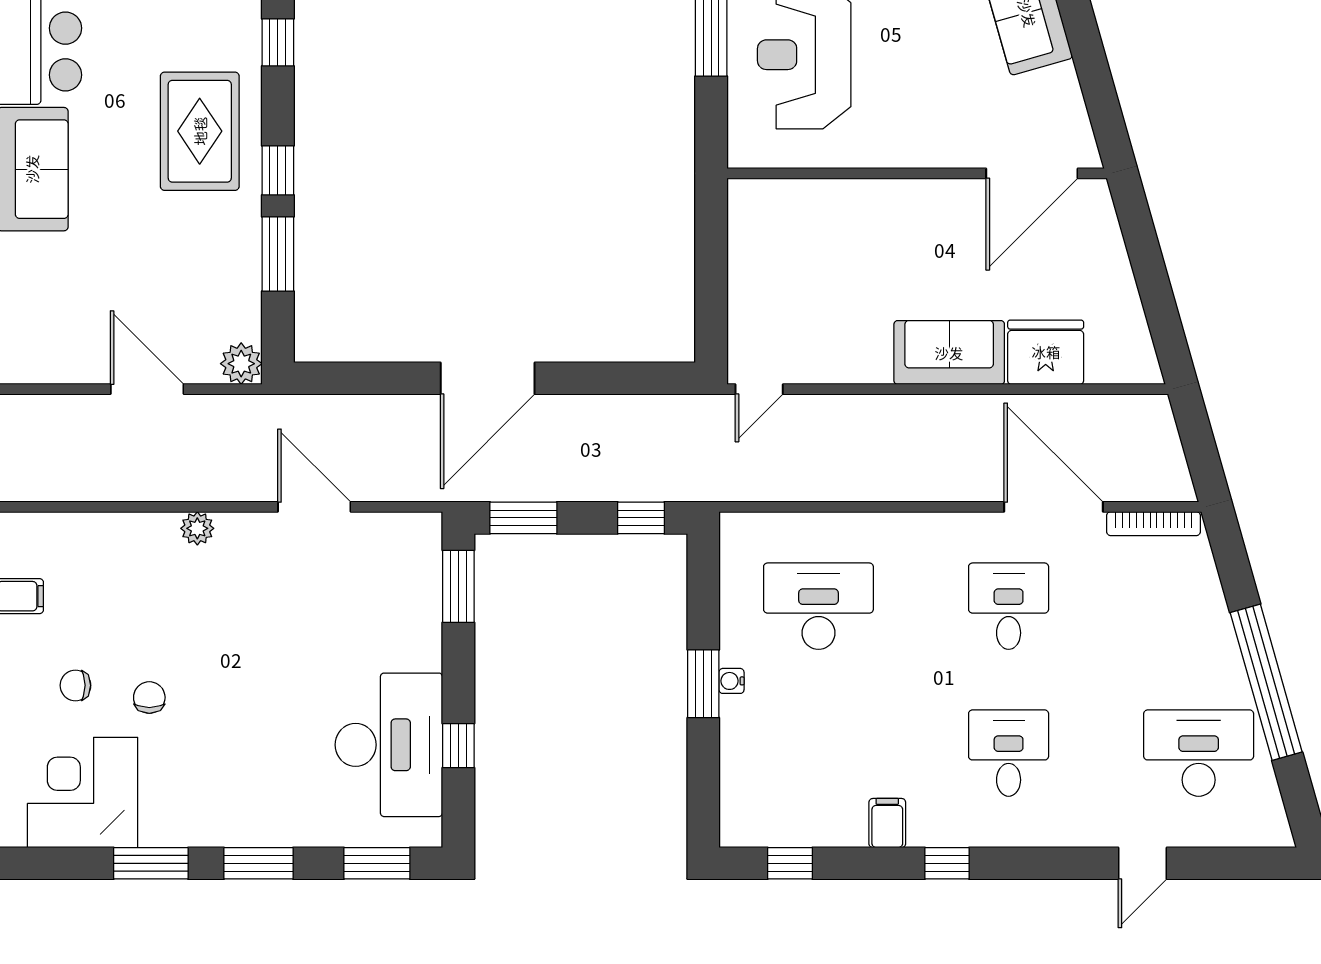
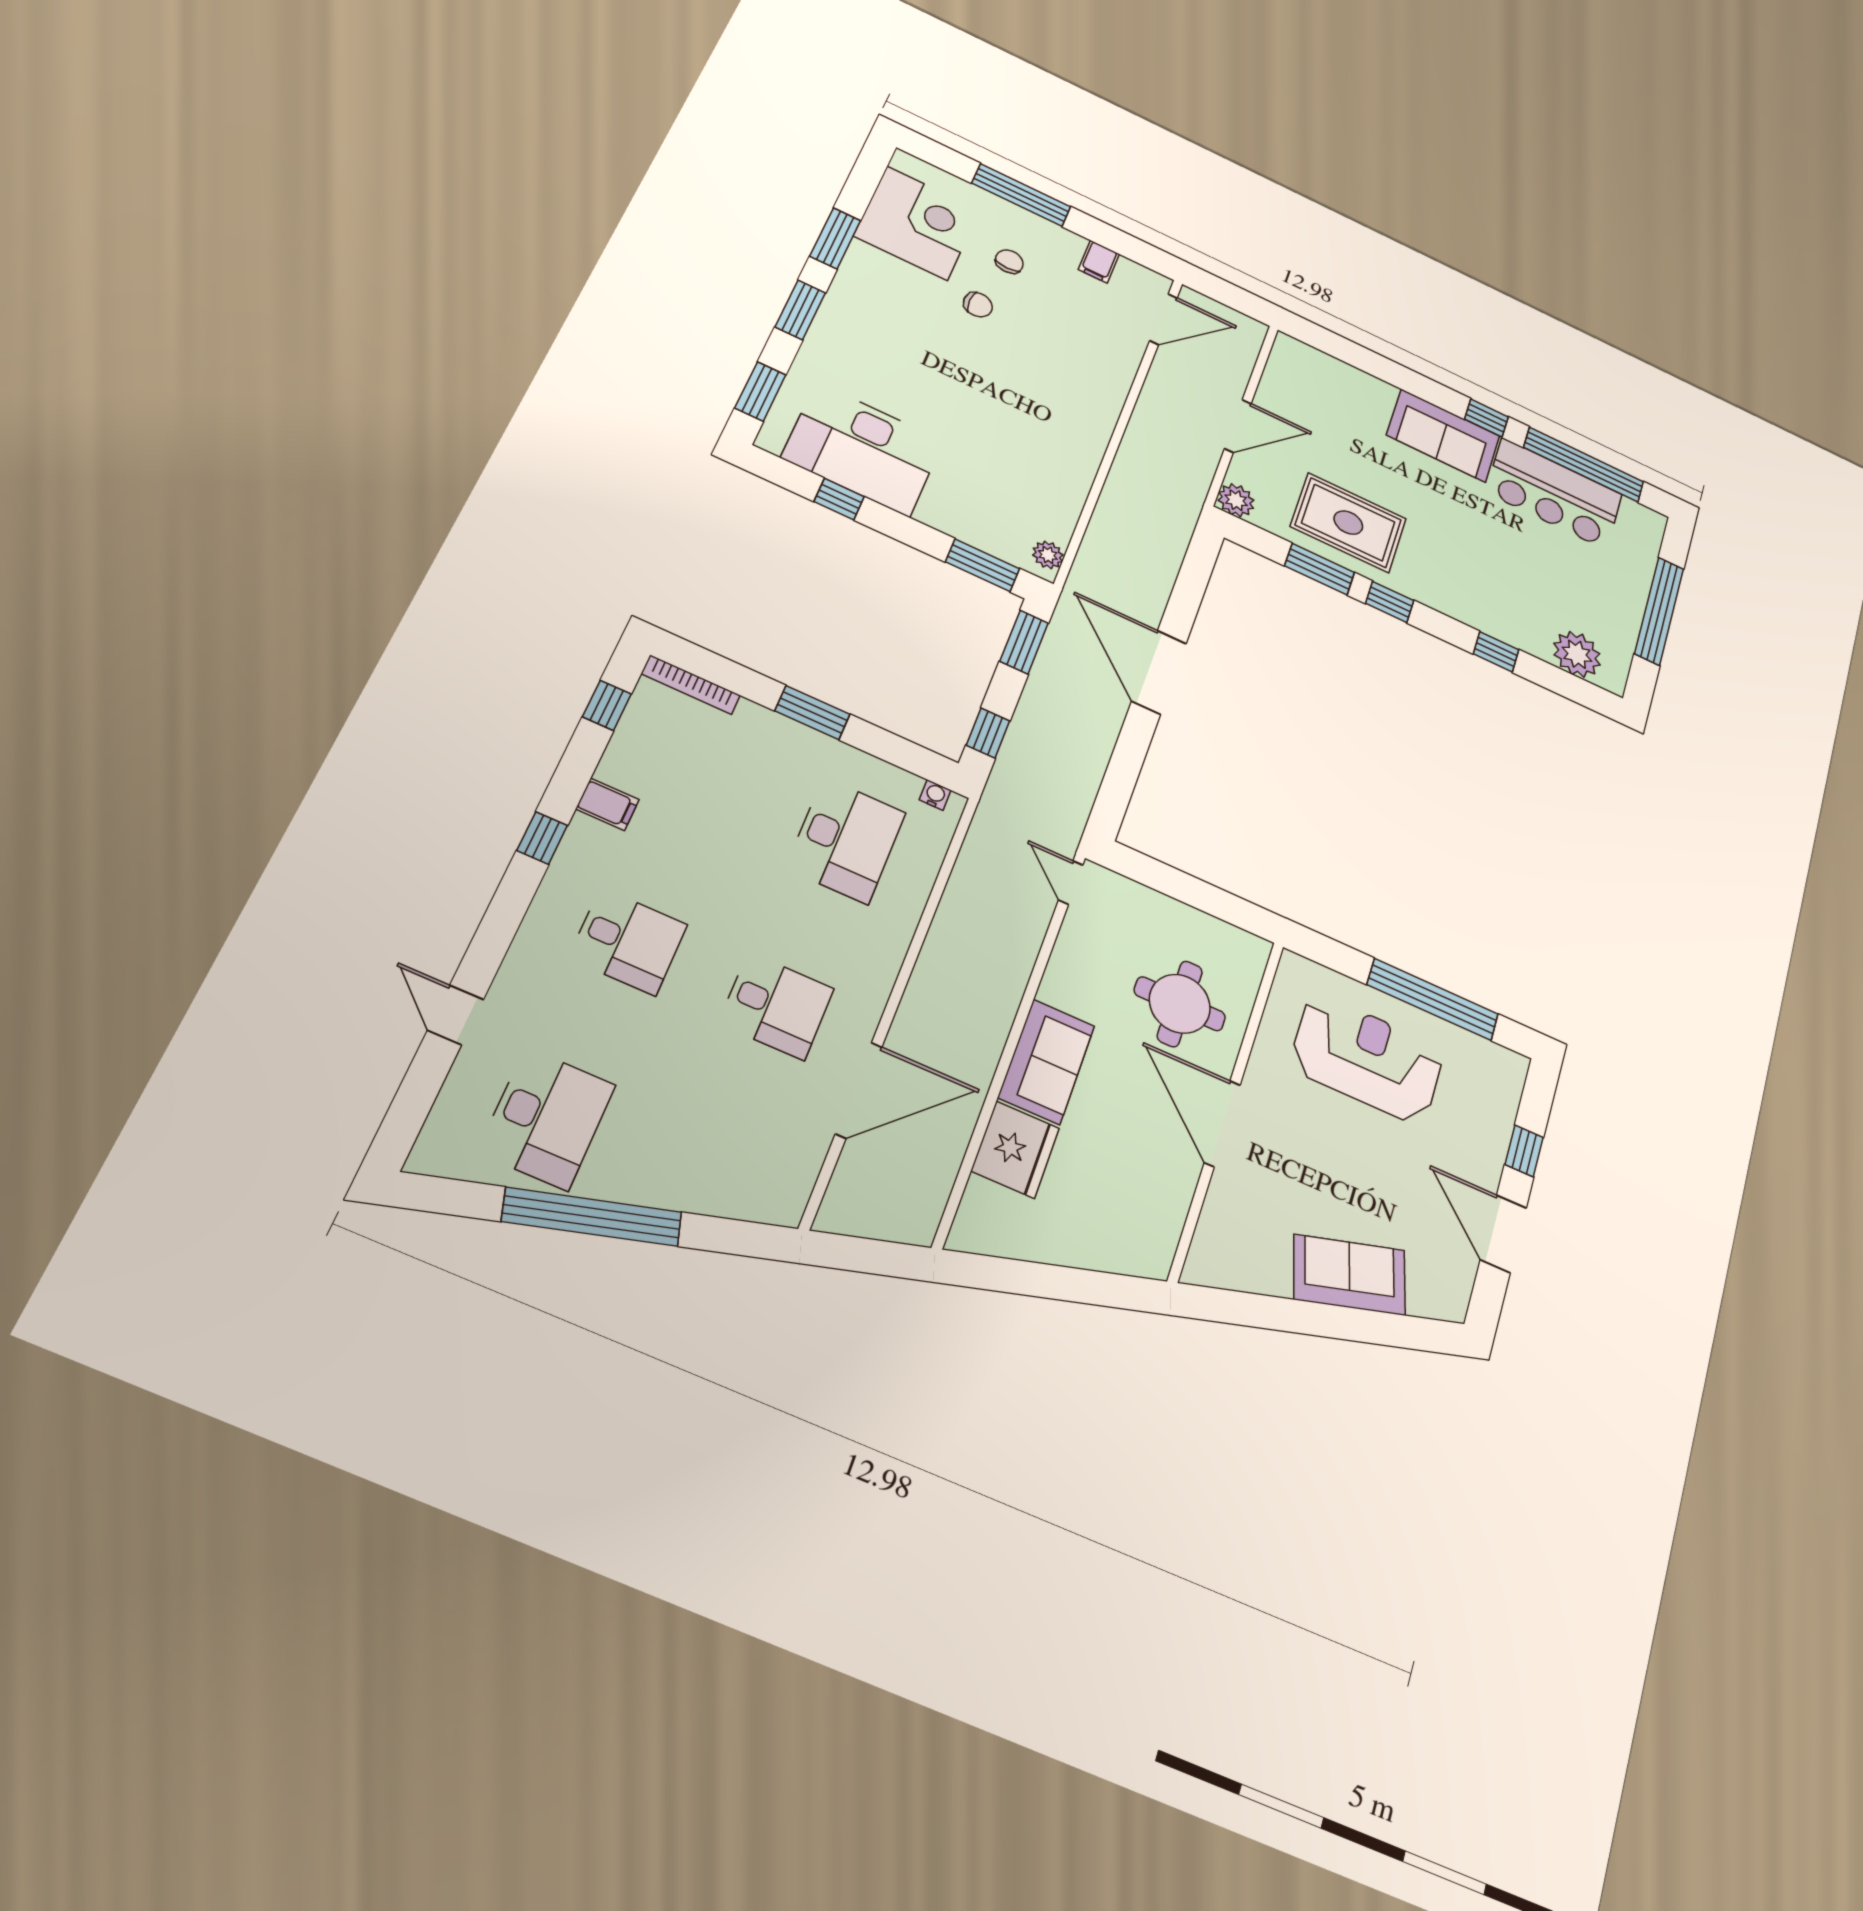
rug: (200, 131) -> (1348, 523), moved
door: (1032, 173) -> (1222, 1124), moved
round table: (834, 249) -> (1180, 1004), added
door: (314, 507) -> (1163, 319), moved
bookcase: (1153, 524) -> (691, 685), moved, turned -90
plant: (197, 528) -> (1048, 555), moved
water cooler: (731, 681) -> (935, 795), moved

